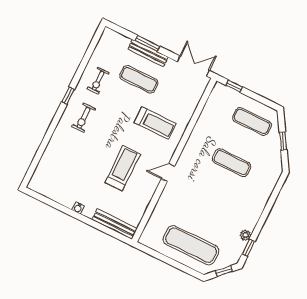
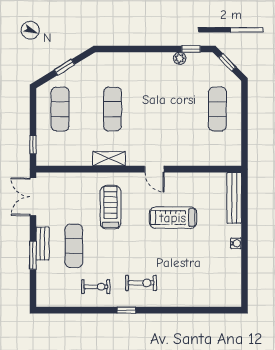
bench: (148, 53) -> (43, 244), width x0.73
shelving: (194, 141) -> (109, 159), added
exercise mat: (191, 245) -> (217, 109), width x0.73, depth x0.69

